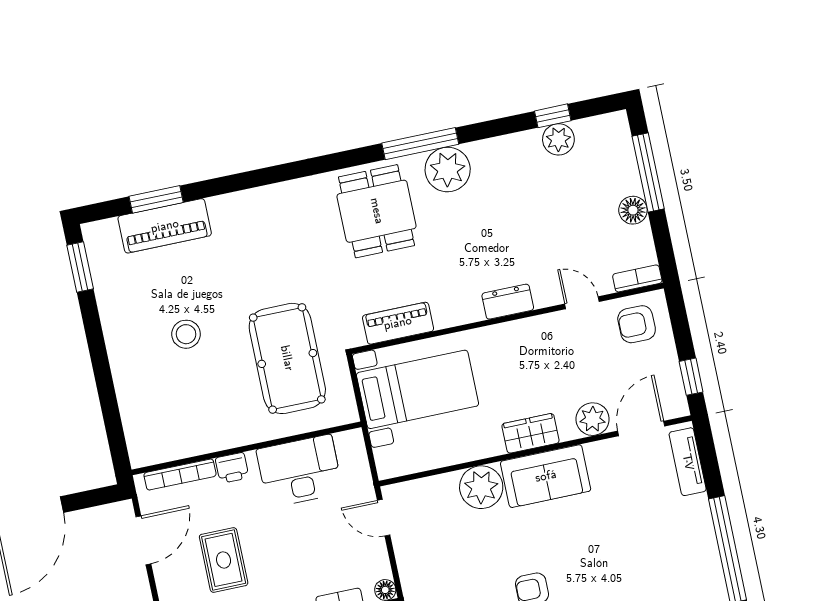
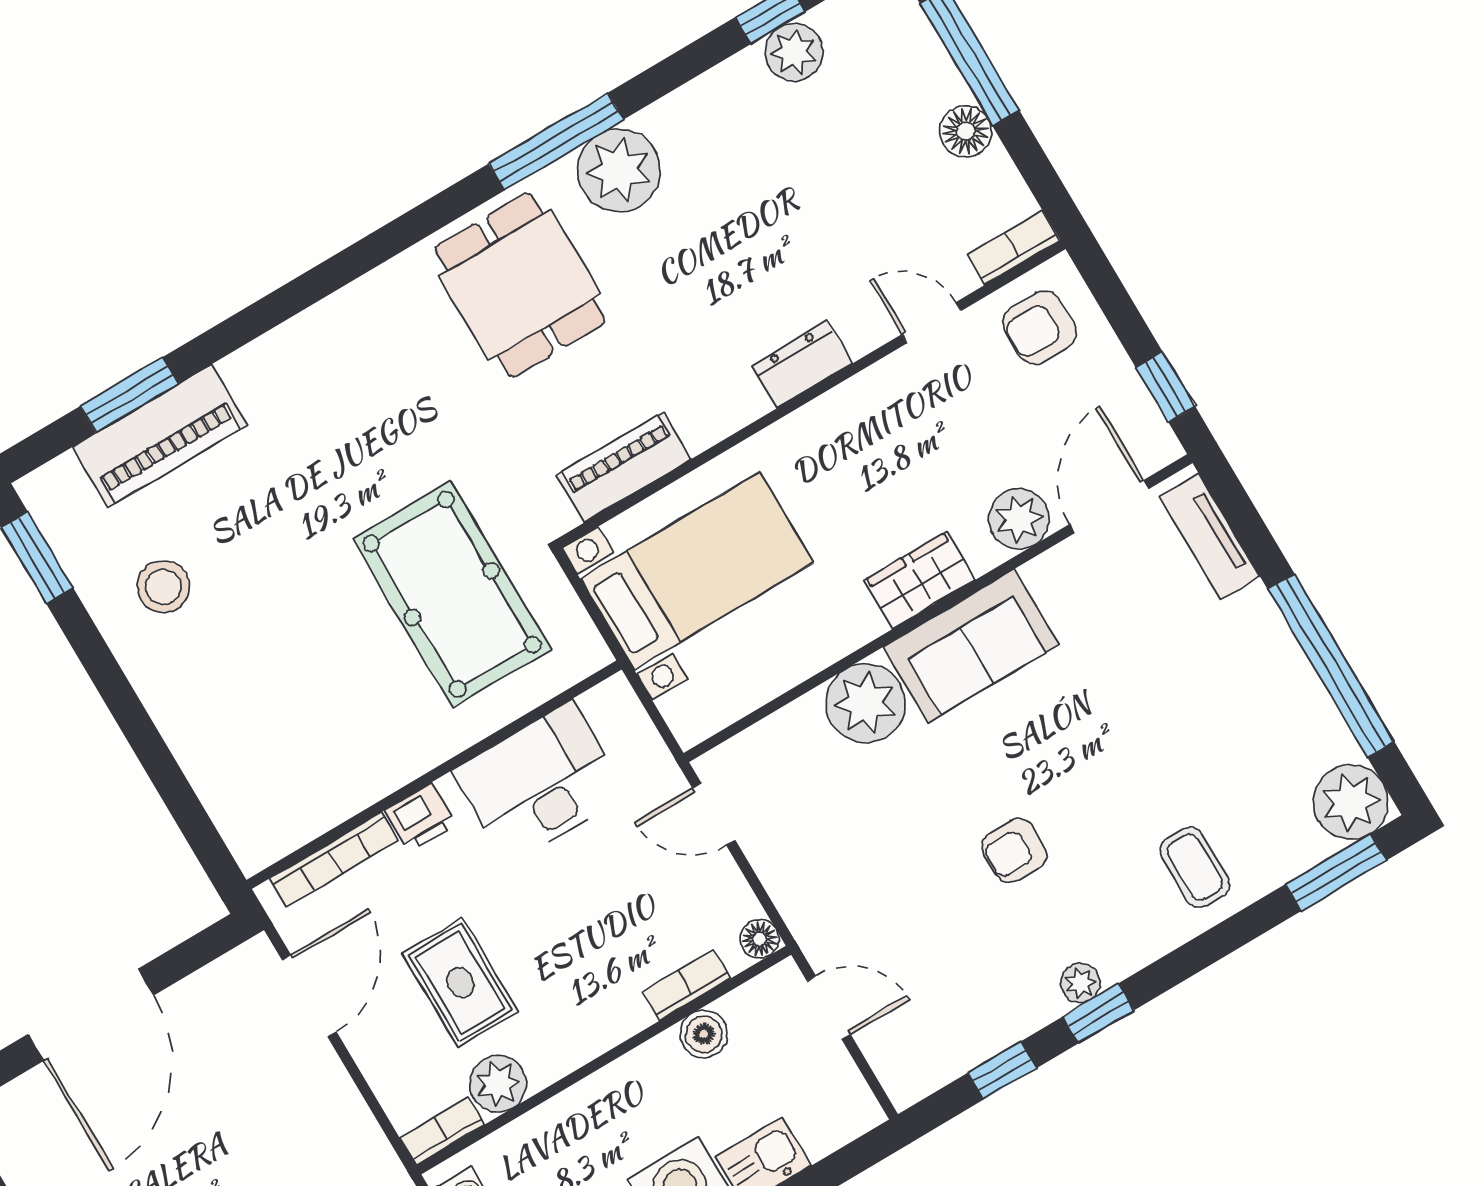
stool: (186, 334) -> (163, 587), moved

